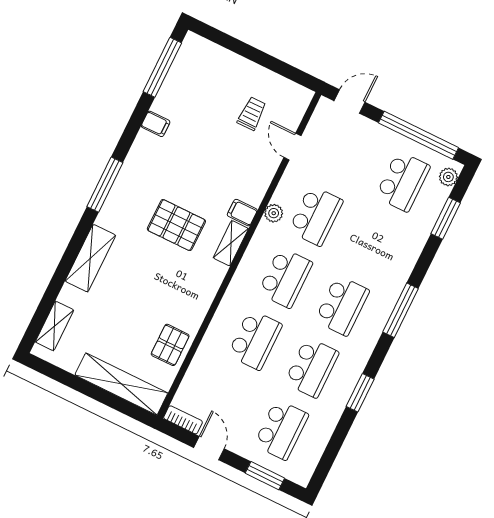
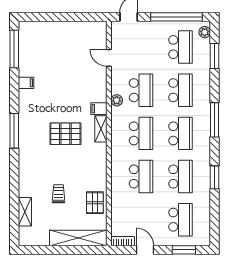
trolley: (252, 114) -> (59, 194), moved
school desk: (372, 244) -> (180, 90), added
shelving: (90, 258) -> (26, 176), removed
shelving: (55, 326) -> (25, 212), moved

